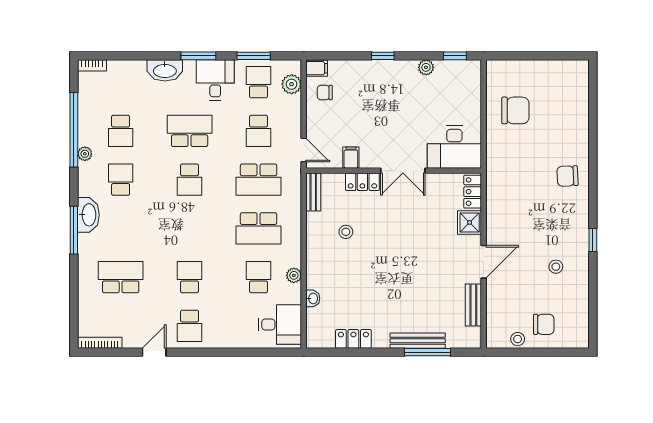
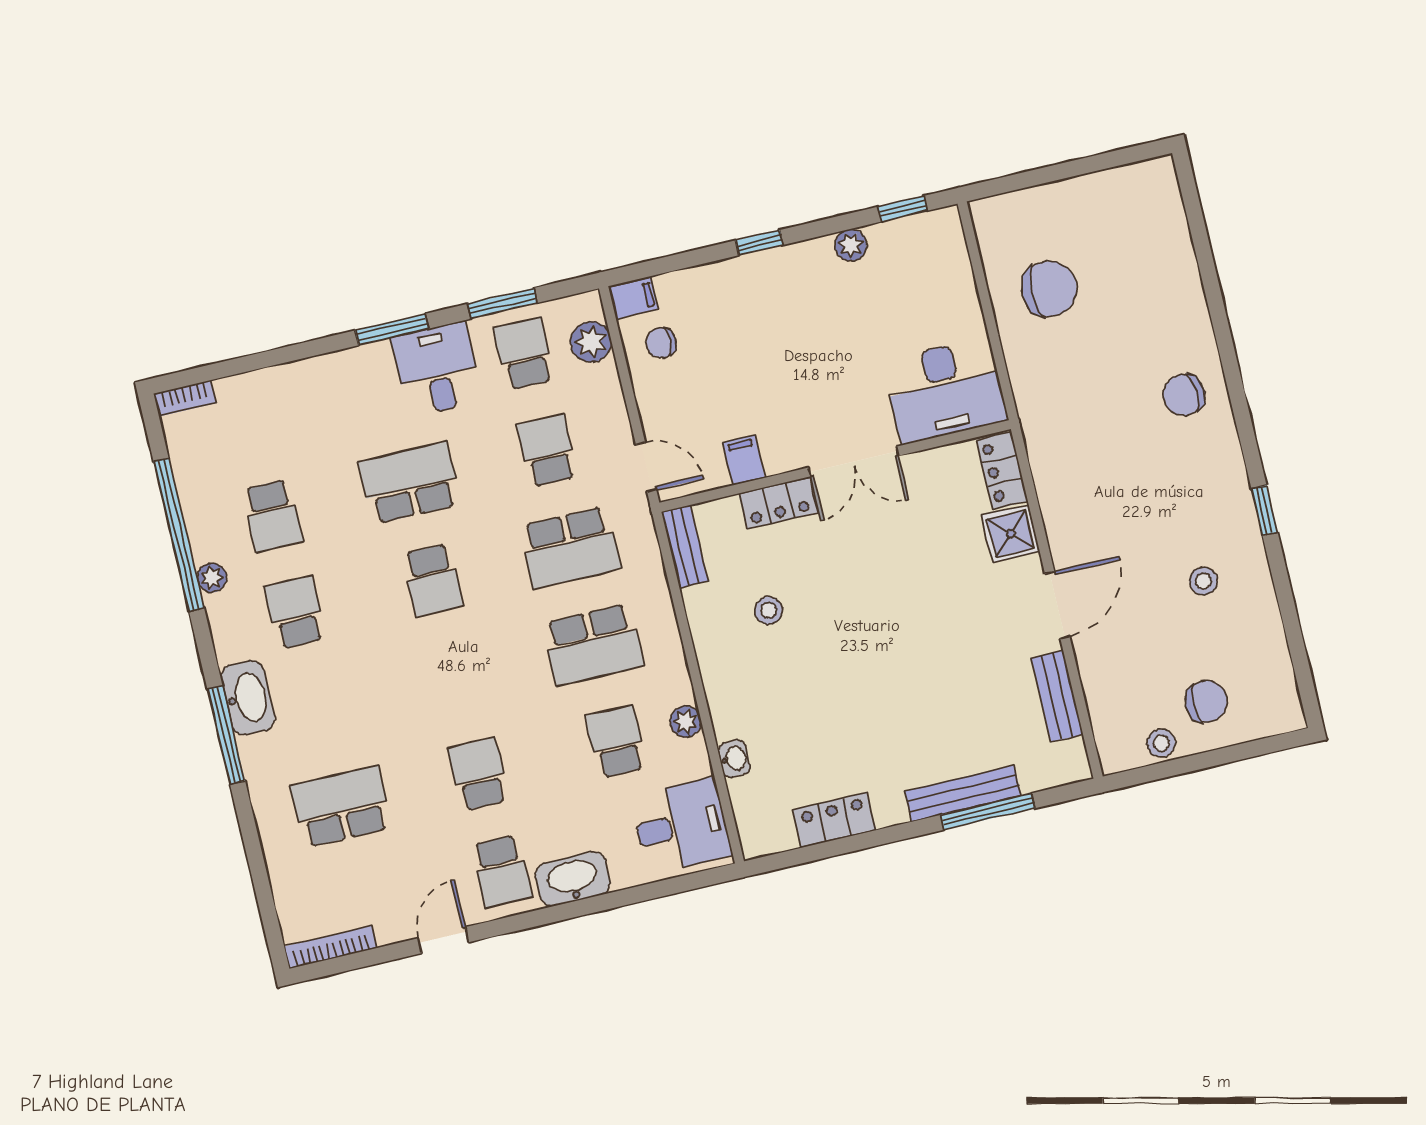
washbasin: (165, 70) -> (573, 879), moved, turned 180
school desk: (259, 131) -> (547, 451), turned 180

